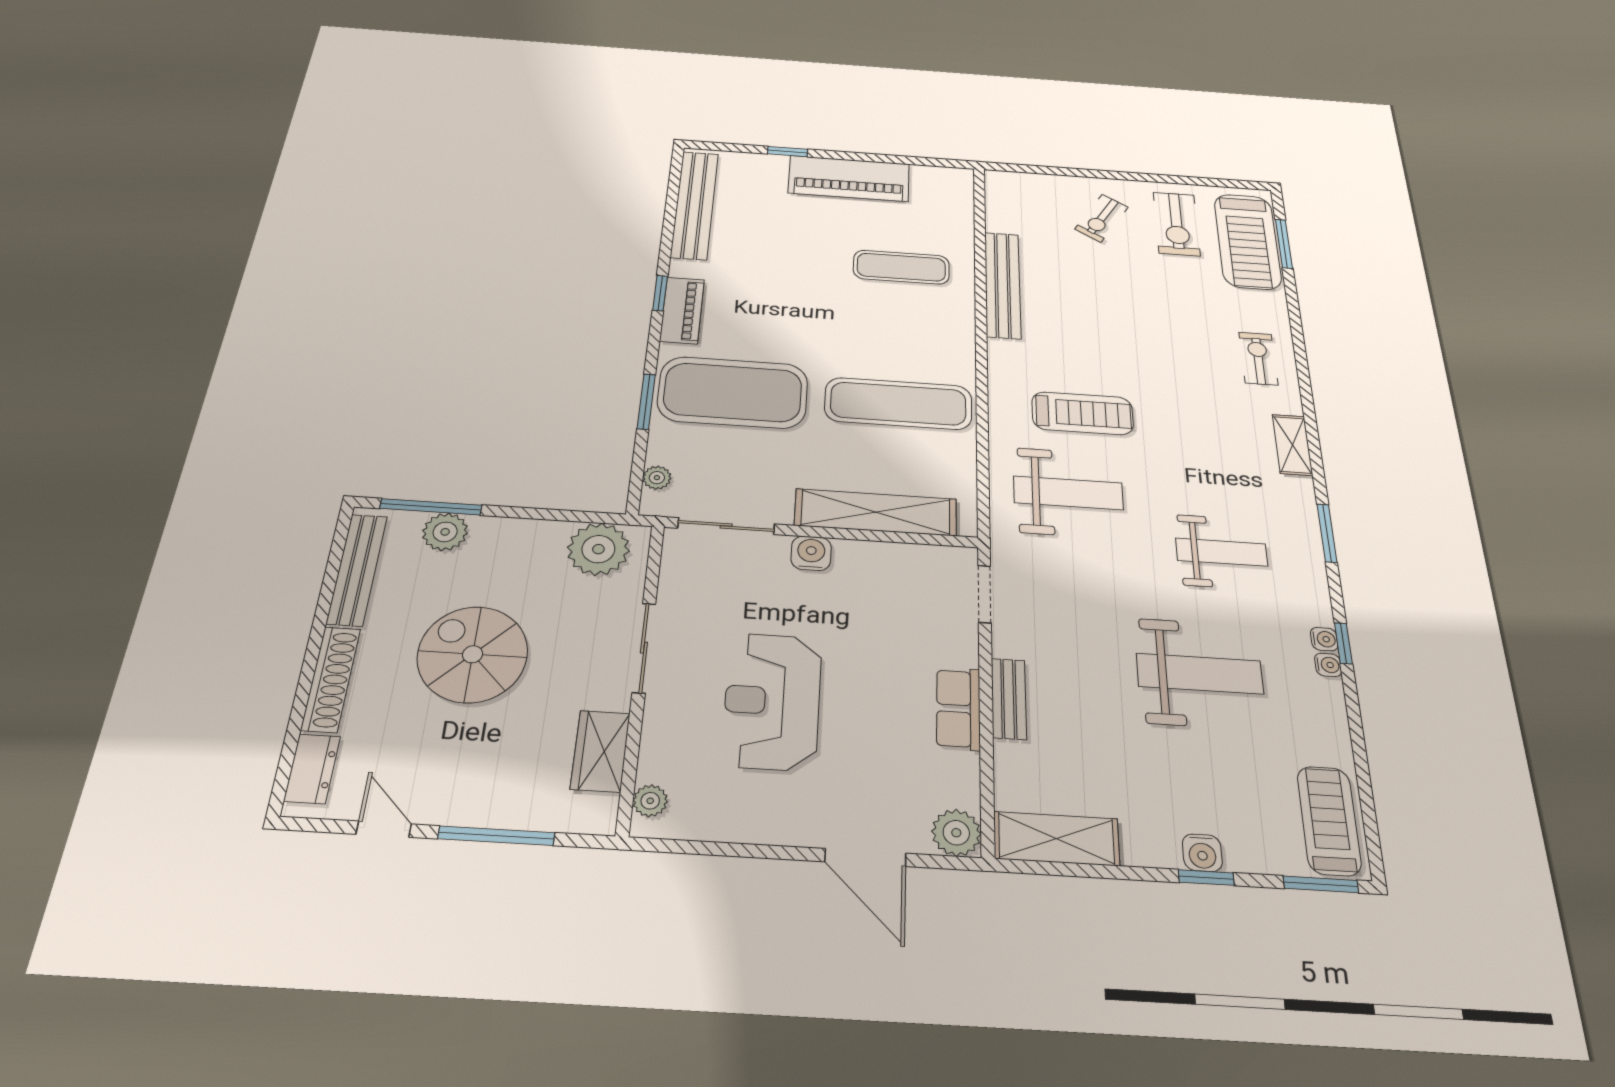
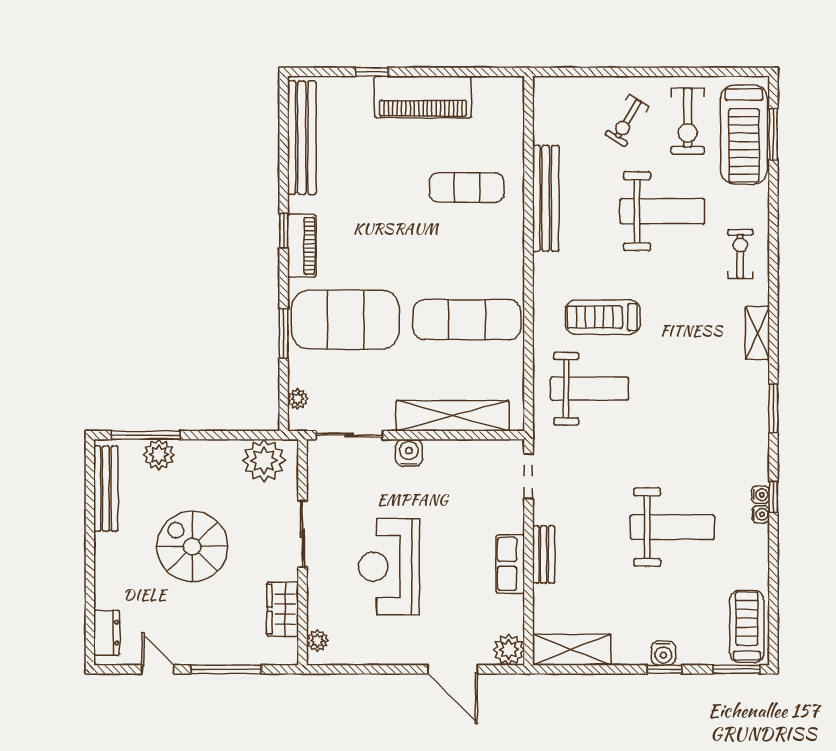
treadmill: (1082, 413) -> (603, 317), turned 180
weight bench: (1222, 552) -> (662, 211), moved, width x1.36, depth x1.33
shoe rack: (331, 679) -> (105, 571), removed

